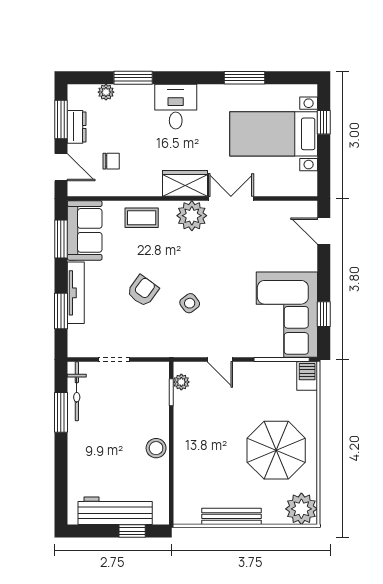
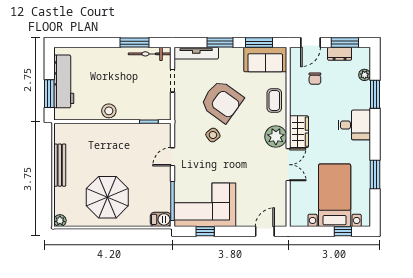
armchair: (143, 291) -> (222, 101), width x1.88, depth x1.88
tv unit: (76, 293) -> (196, 53), moved
window: (61, 311) -> (220, 43), moved
plant: (181, 382) -> (156, 129), removed
plant: (301, 509) -> (60, 221), width x0.53, depth x0.53
window: (132, 531) -> (49, 94), width x1.50

